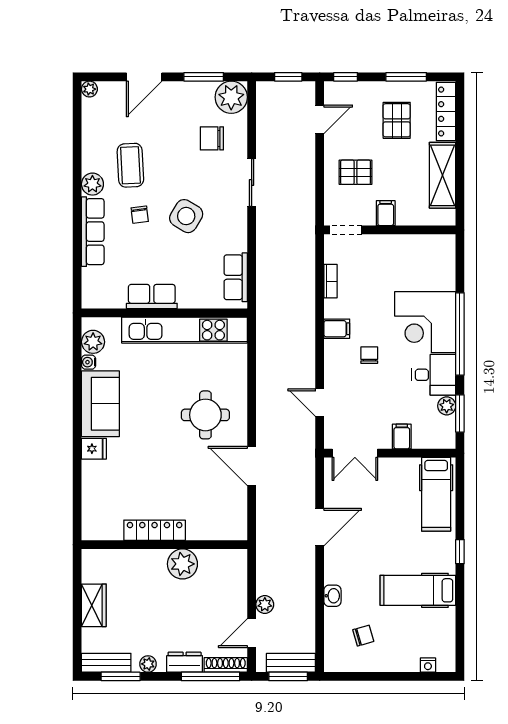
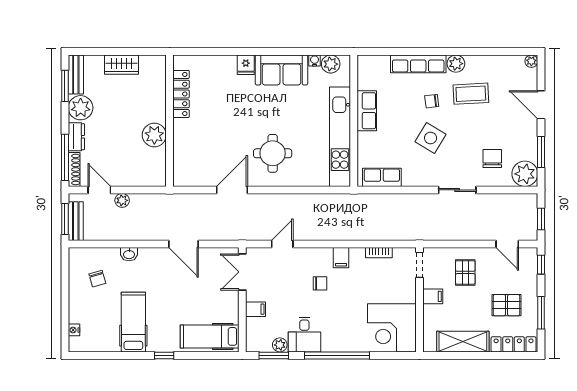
corner desk: (425, 322) -> (392, 328), moved, turned -90
locker: (155, 530) -> (181, 94), moved
plant: (148, 664) -> (81, 108), width x1.87, depth x1.87

